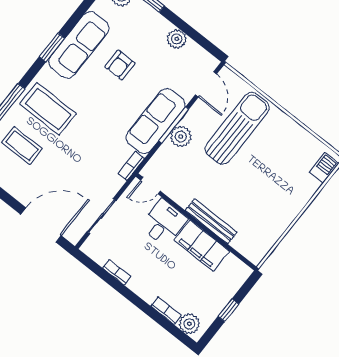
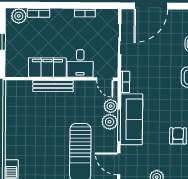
plant: (167, 152) -> (111, 106), added
door: (150, 186) -> (105, 79), swing flipped

